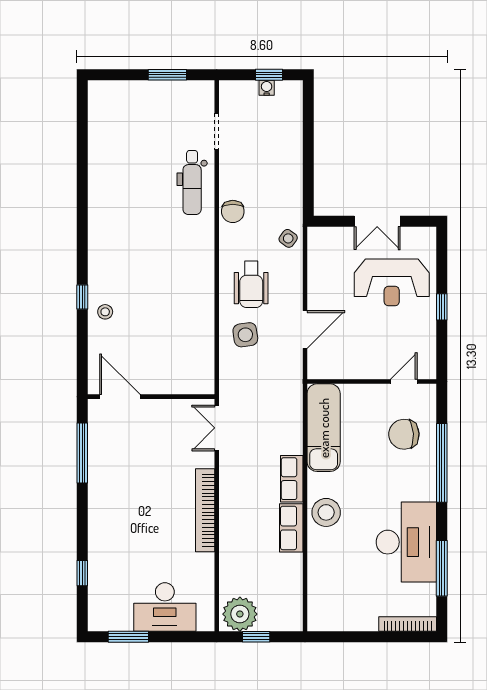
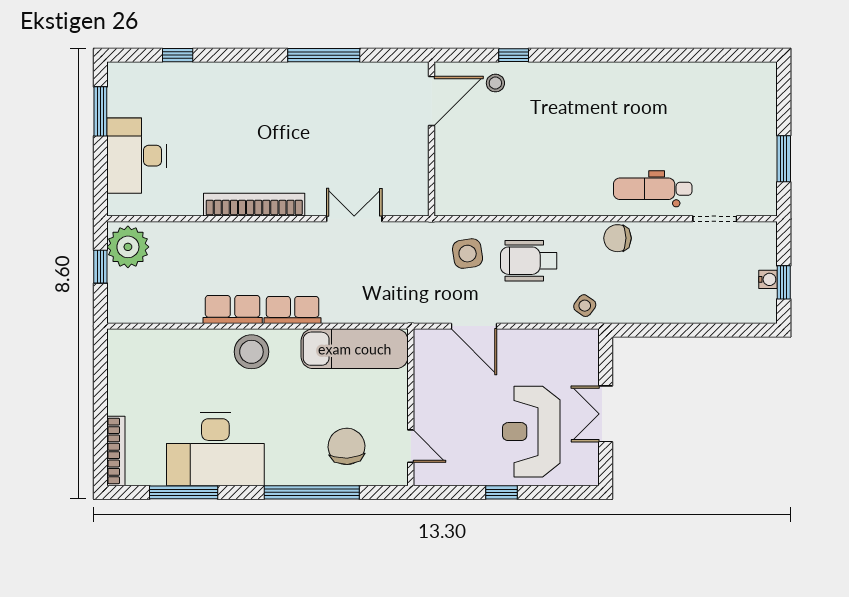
door: (120, 397) -> (432, 101), moved
wall: (151, 397) -> (432, 139), moved

